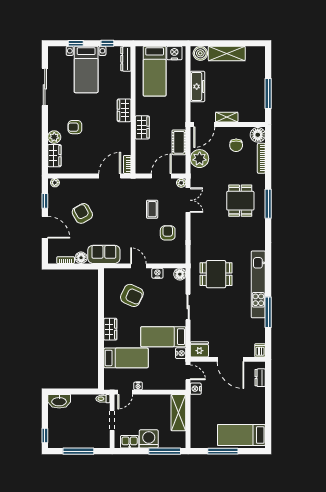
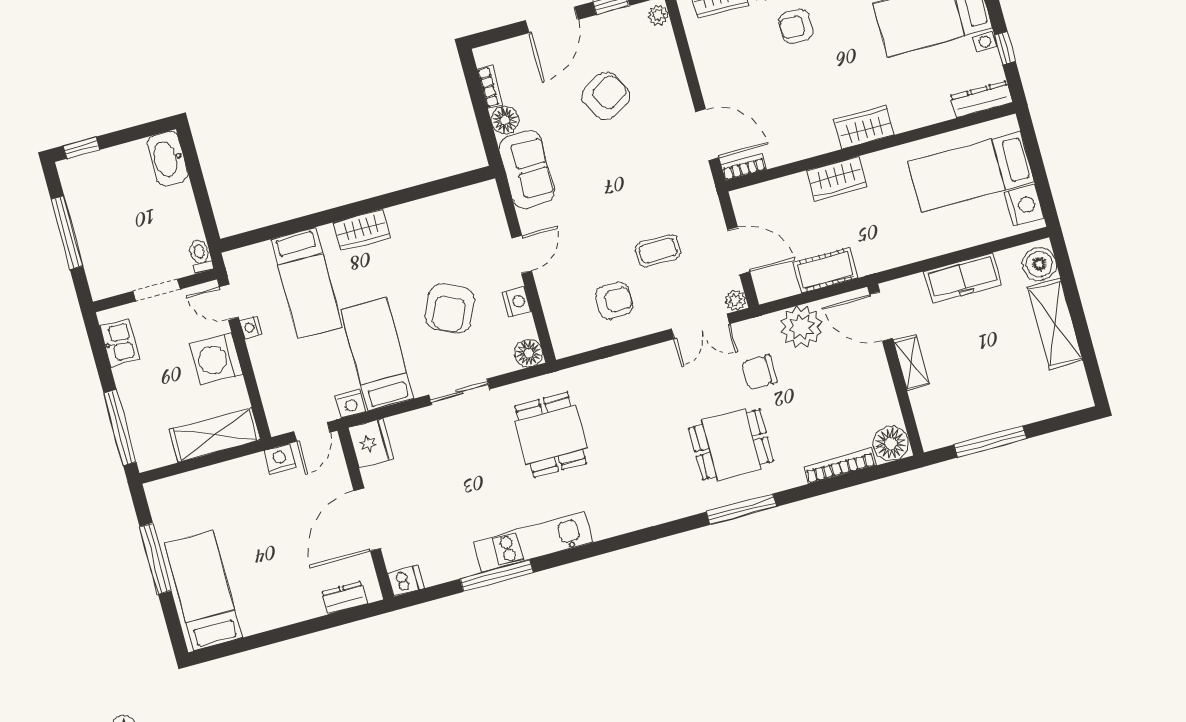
armchair: (75, 127) -> (796, 26), turned -90
chair: (236, 145) -> (760, 372), moved
kitchen unit: (258, 284) -> (533, 542), width x0.73
armchair: (132, 295) -> (450, 308), moved
washing machine: (149, 439) -> (216, 359), moved, turned 180

